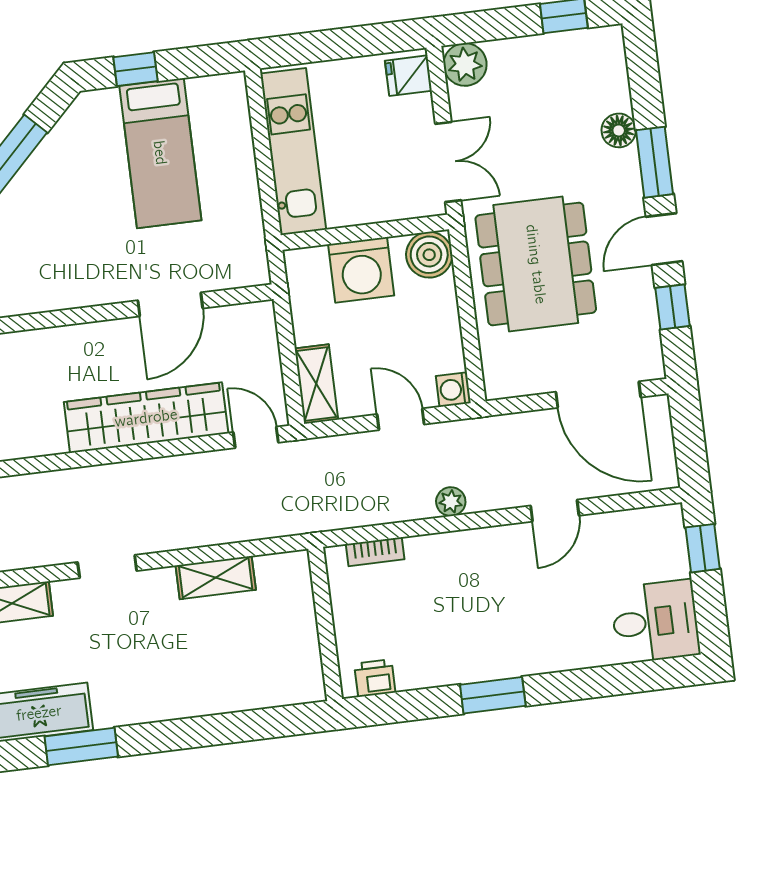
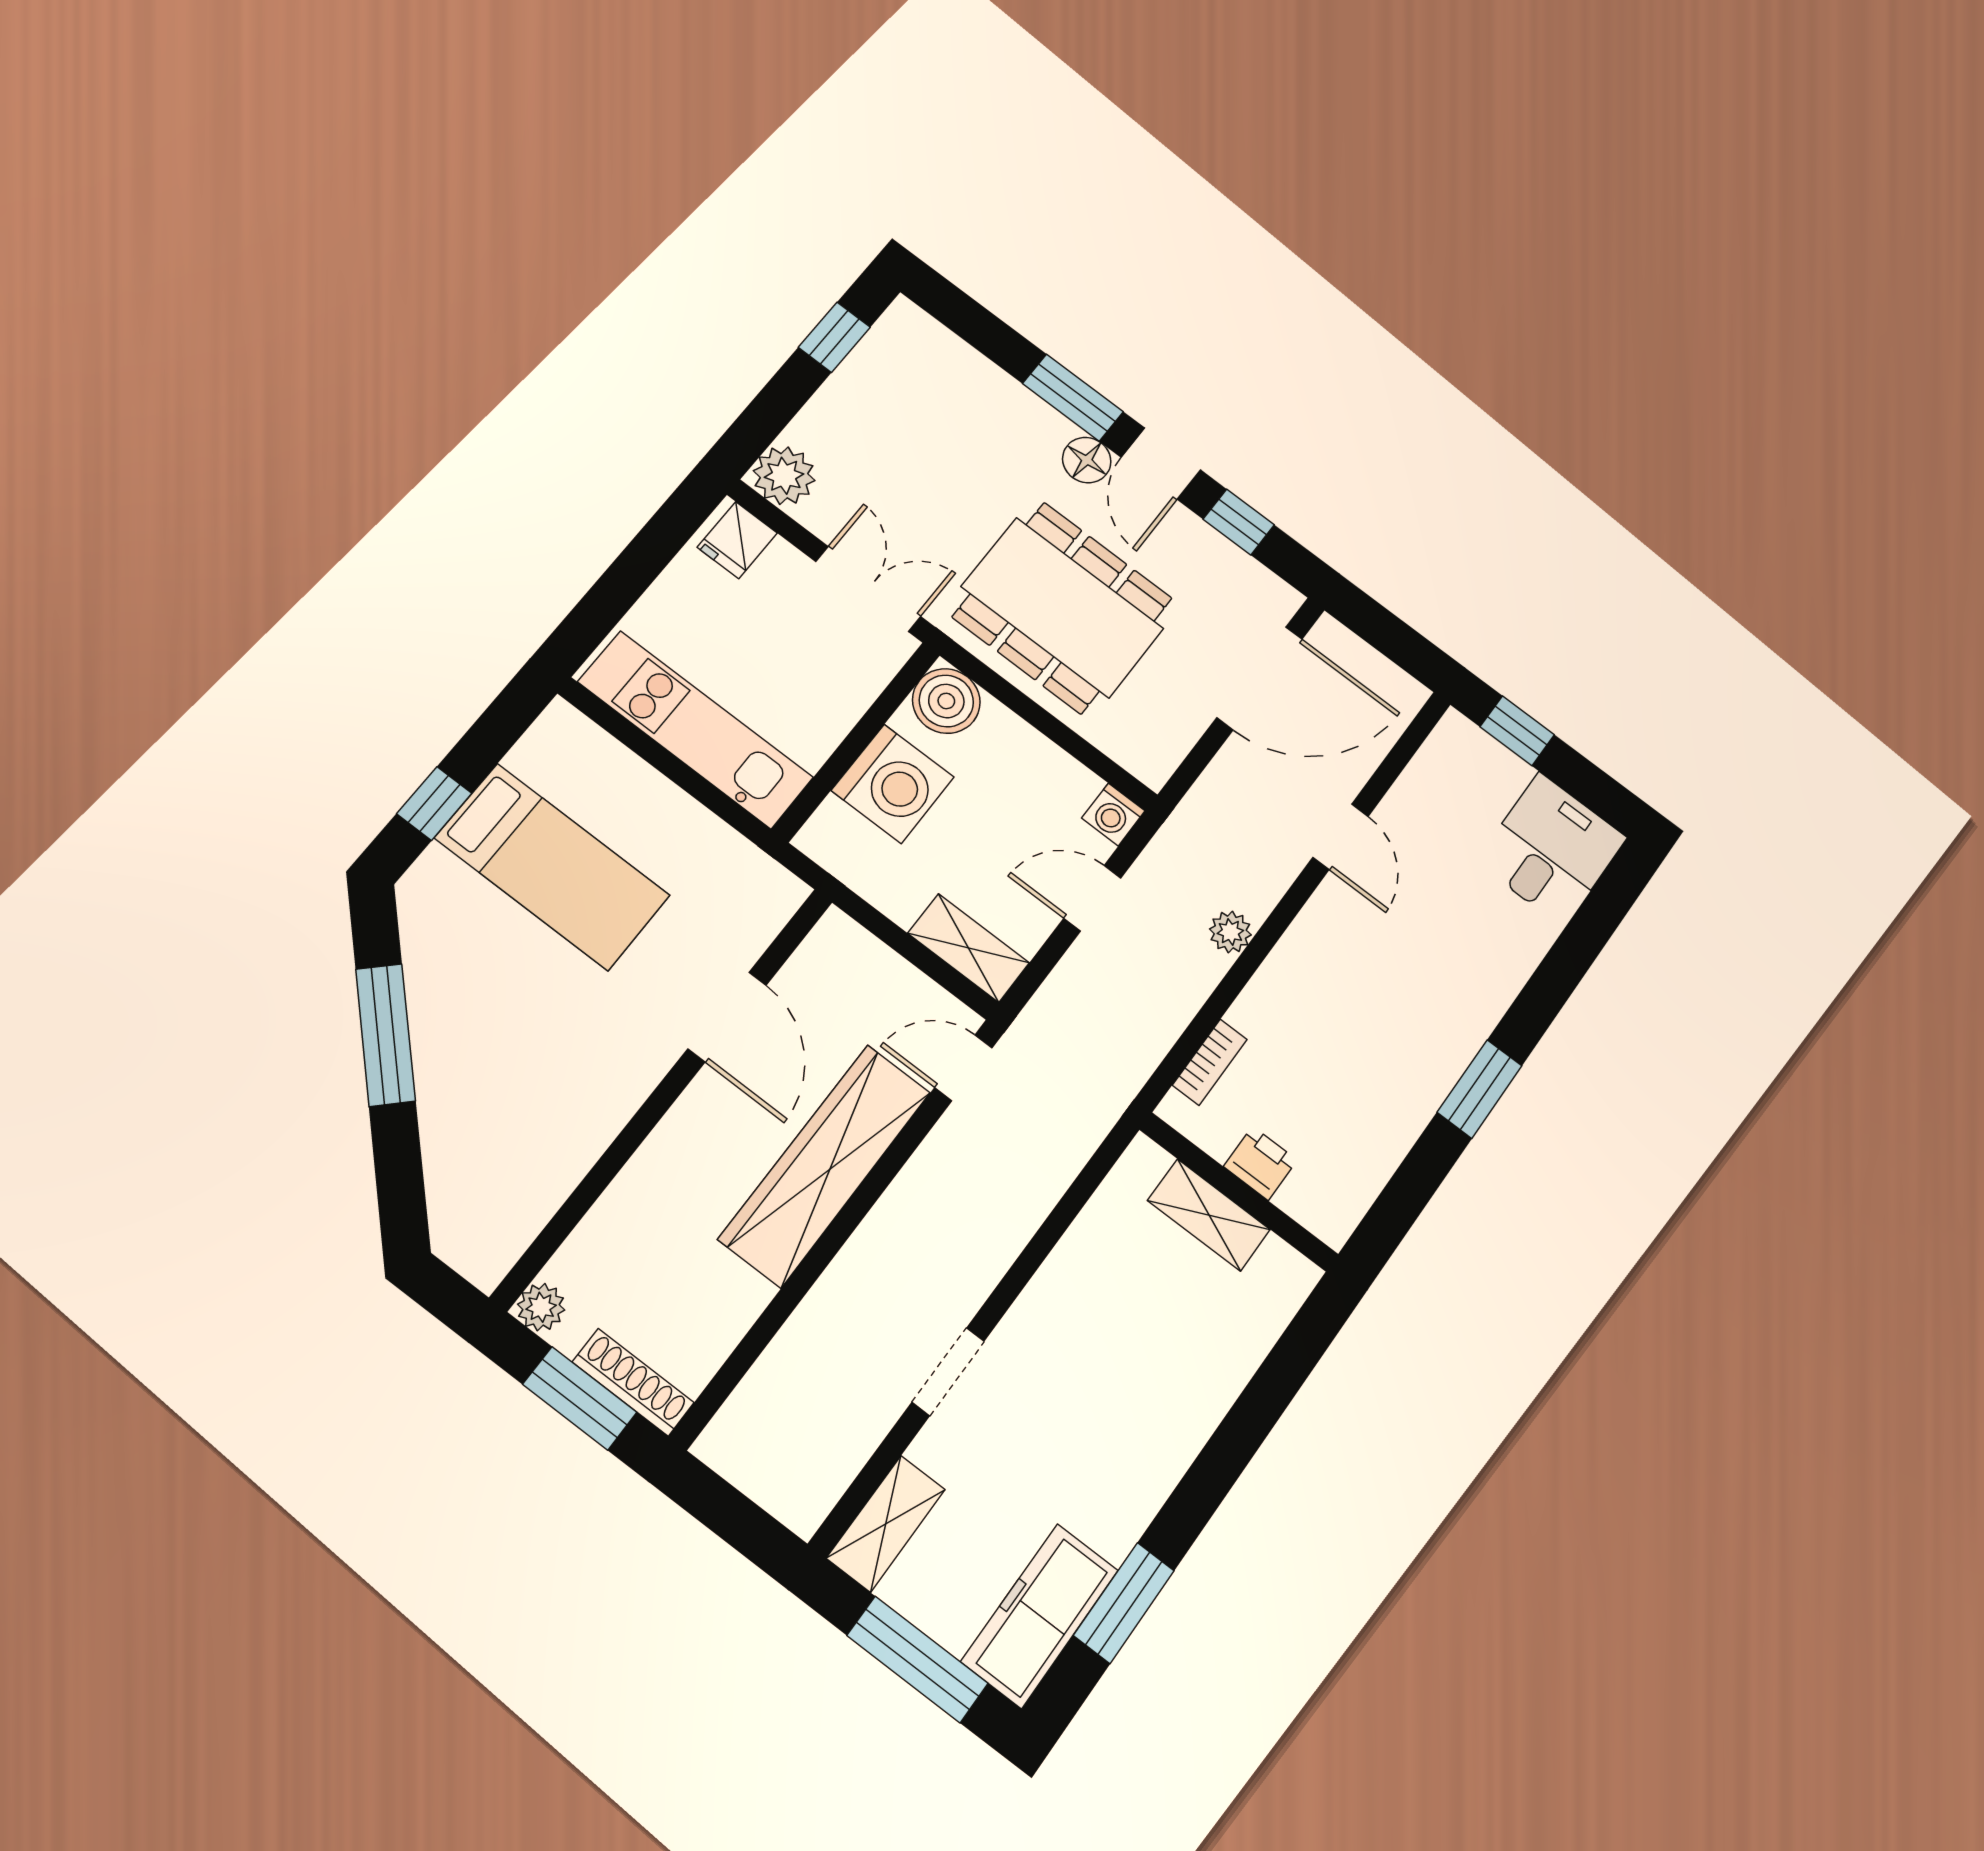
floor lamp: (619, 130) -> (1087, 460), moved
shelving: (216, 578) -> (1209, 1215), moved, turned 90
printer: (375, 678) -> (1260, 1163), moved, turned 90

